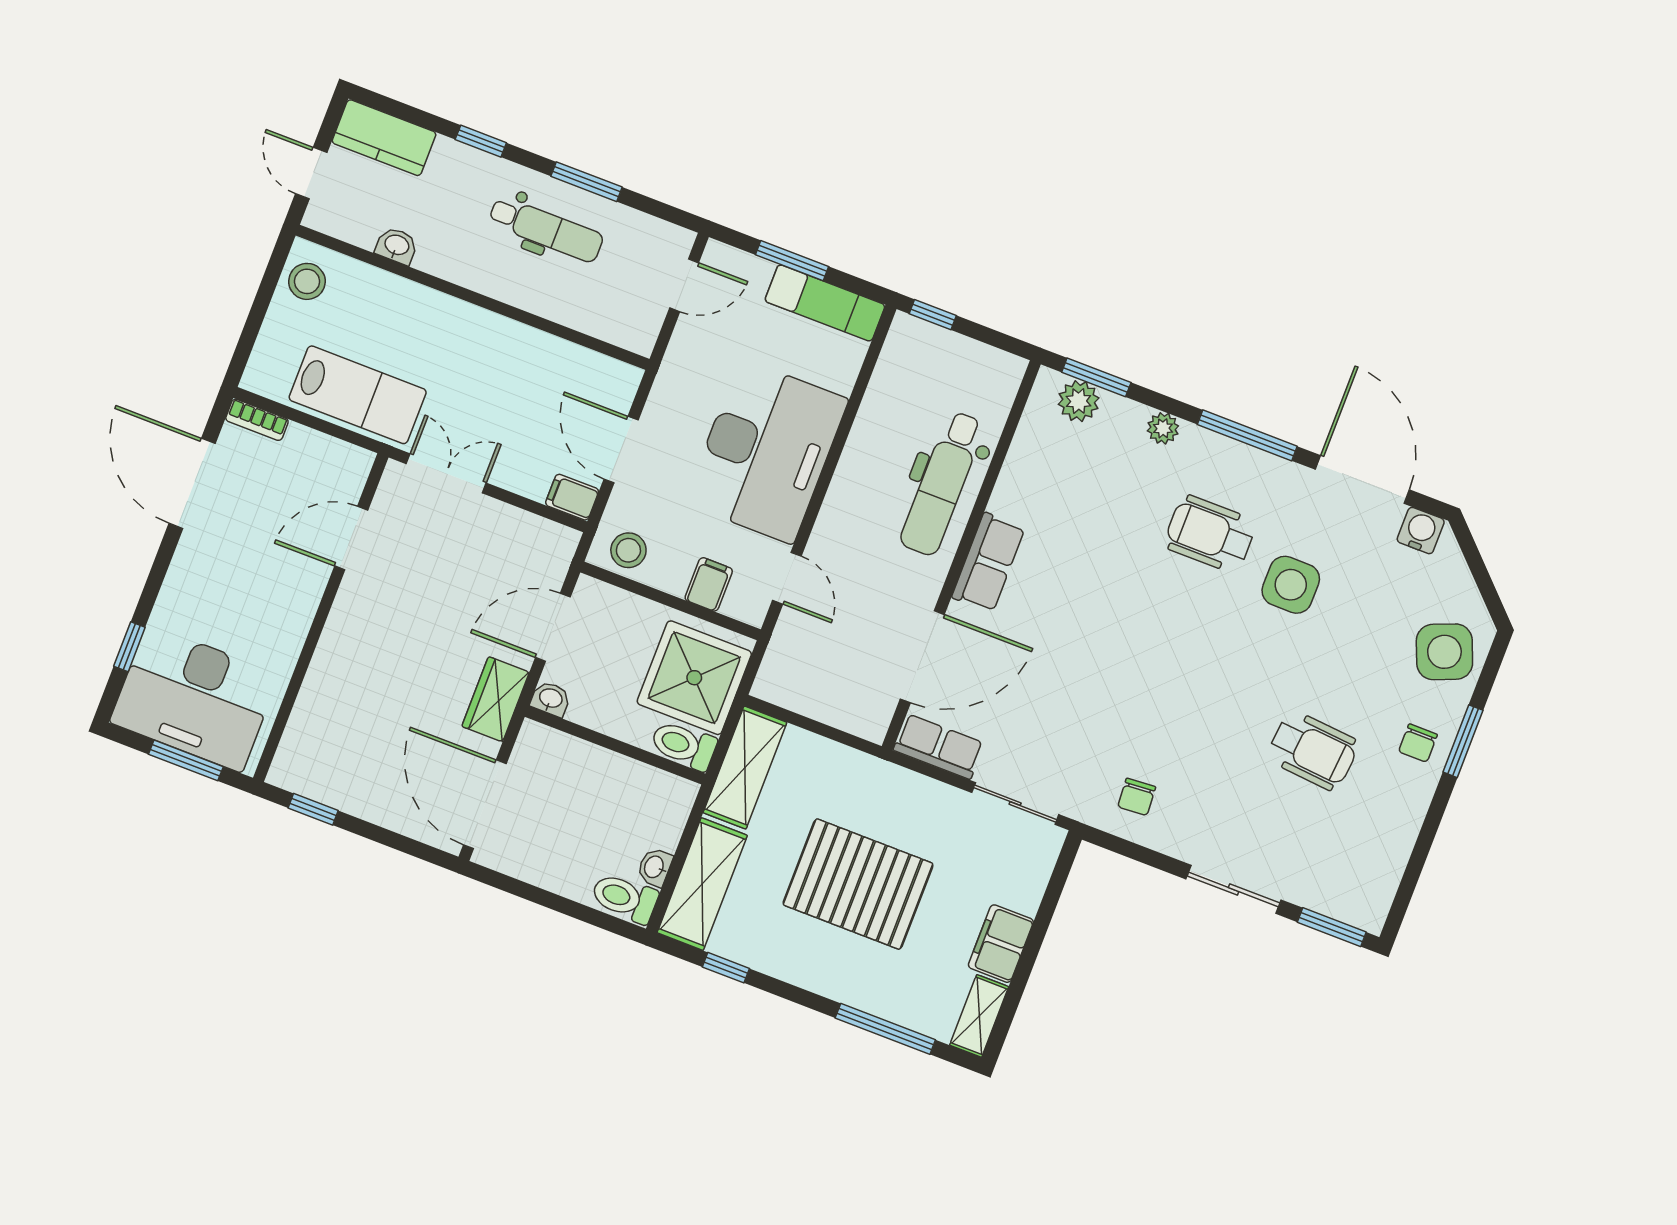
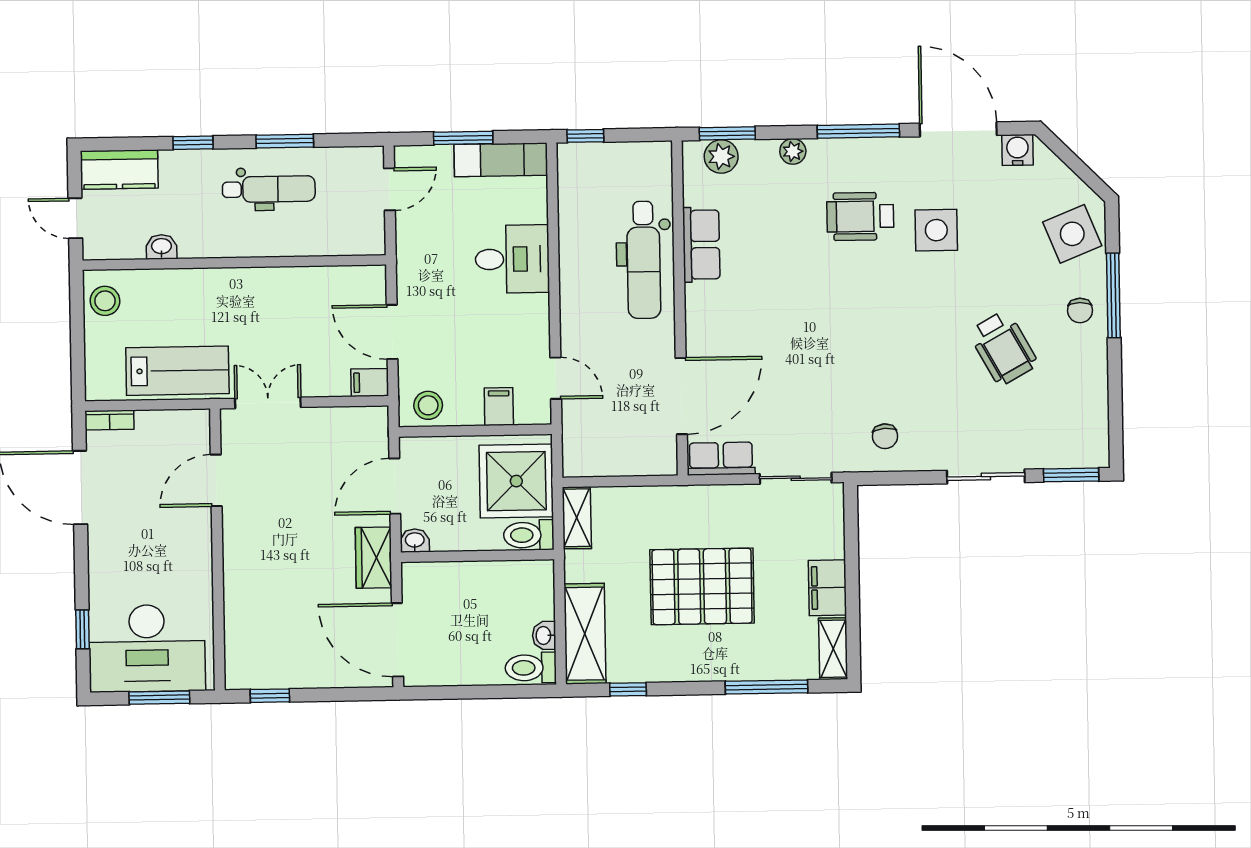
desk: (766, 451) -> (512, 259), width x0.53, depth x0.77
row of seats: (988, 562) -> (701, 245), moved
window: (1463, 741) -> (1113, 295), width x1.44
wheelchair: (1313, 750) -> (1003, 348), turned 56
shelving: (745, 768) -> (577, 518), width x0.67, depth x0.75

